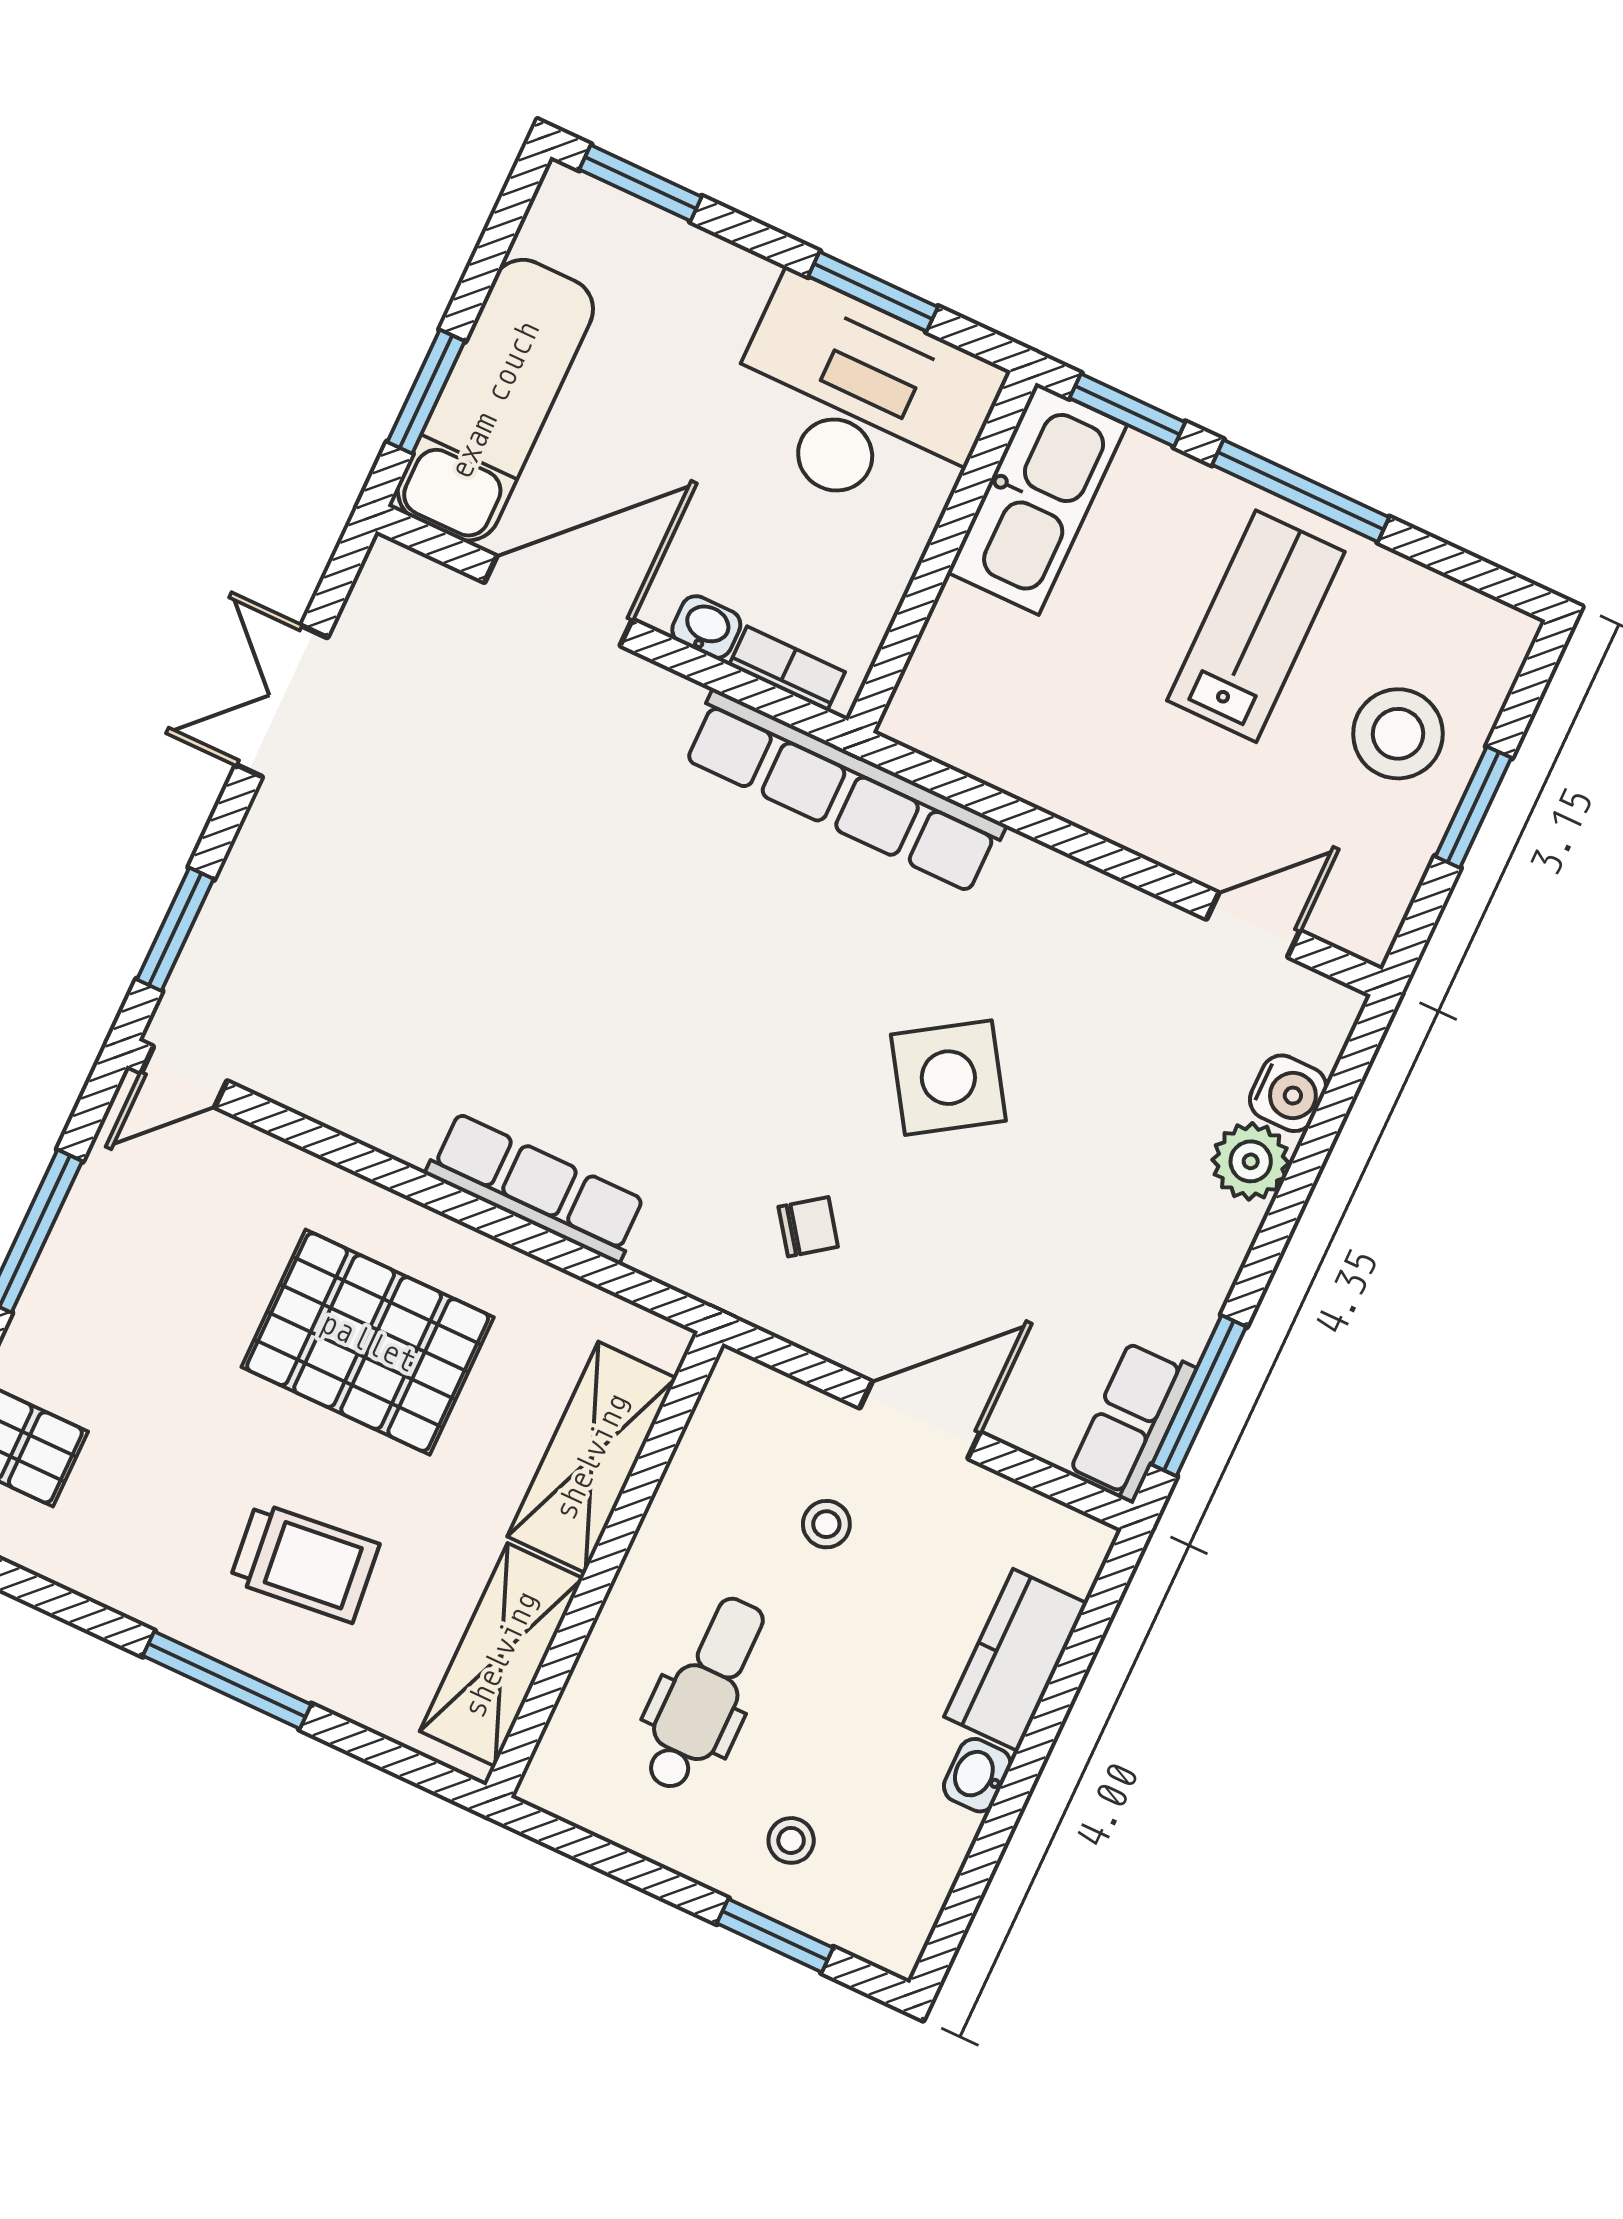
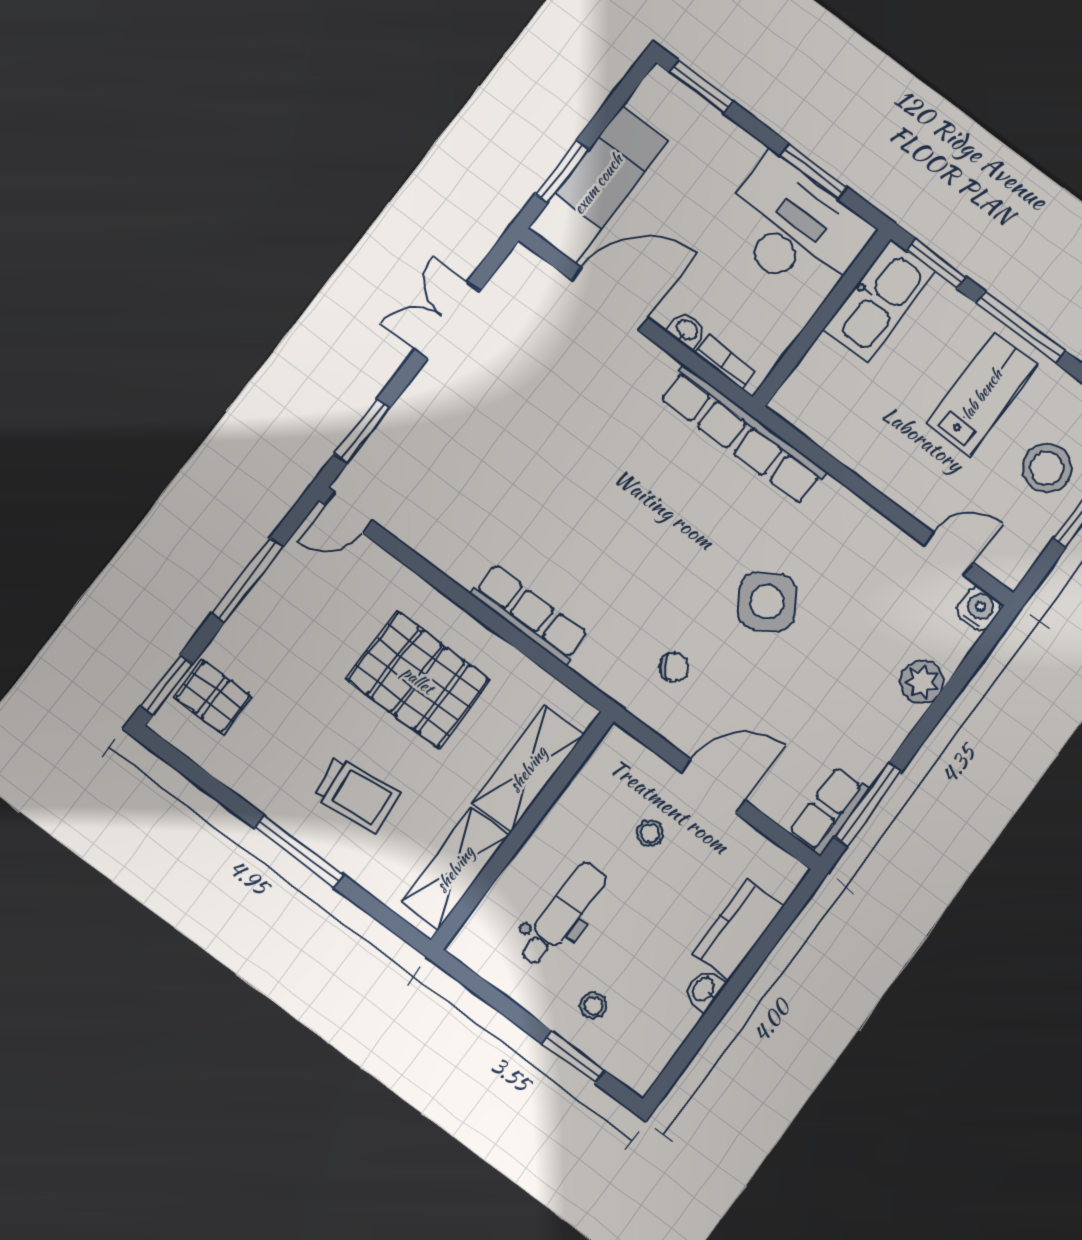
water cooler: (1288, 1093) -> (979, 609), moved, turned -90

